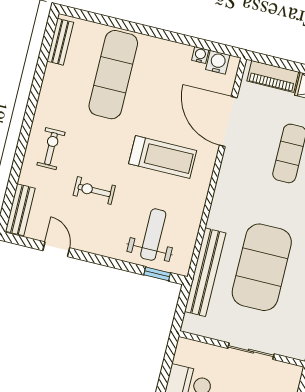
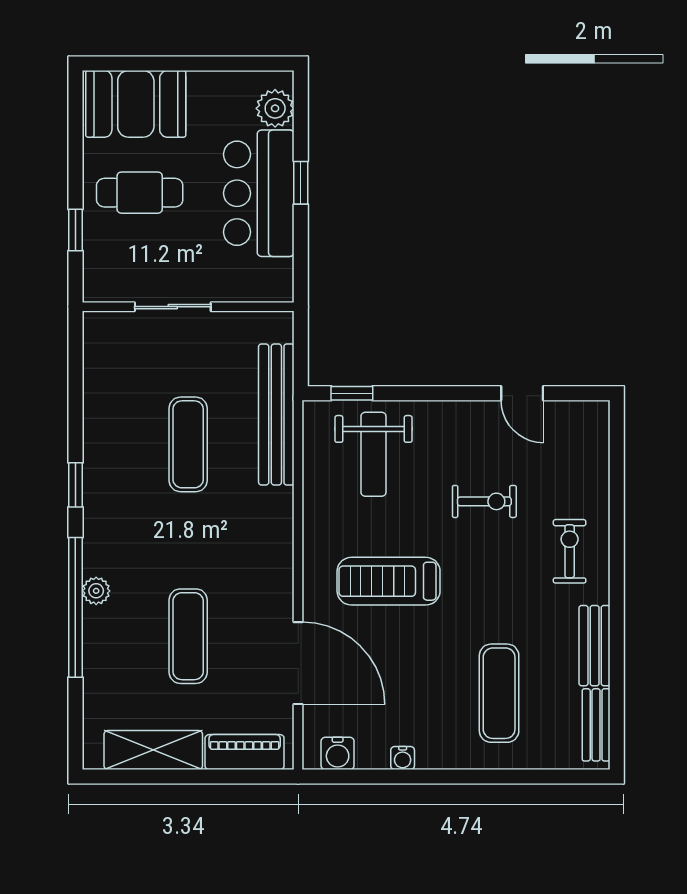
water cooler: (200, 55) -> (403, 758), moved
exercise mat: (113, 75) -> (499, 693), width x0.73, depth x0.69
exercise bike: (51, 149) -> (570, 551), turned 180
bench: (20, 210) -> (595, 646), moved
exercise mat: (262, 267) -> (188, 444), width x0.50, depth x0.69

